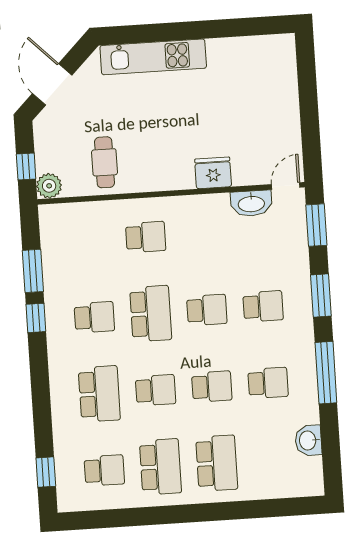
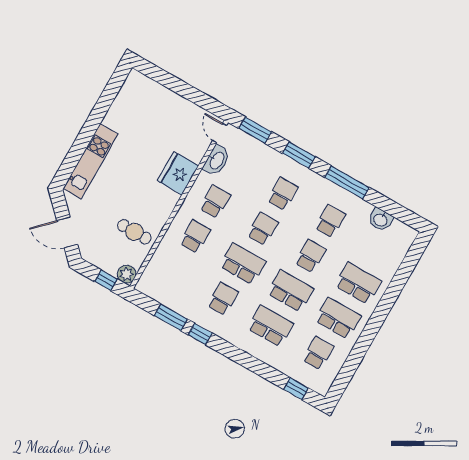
fridge: (213, 173) -> (178, 173), width x1.36, depth x1.34
school desk: (202, 233) -> (215, 202), added
school desk: (156, 390) -> (290, 291), width x1.85

